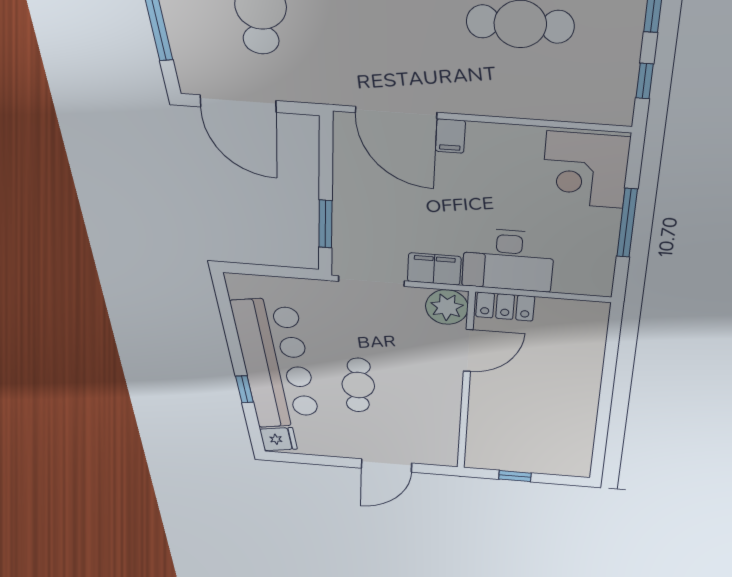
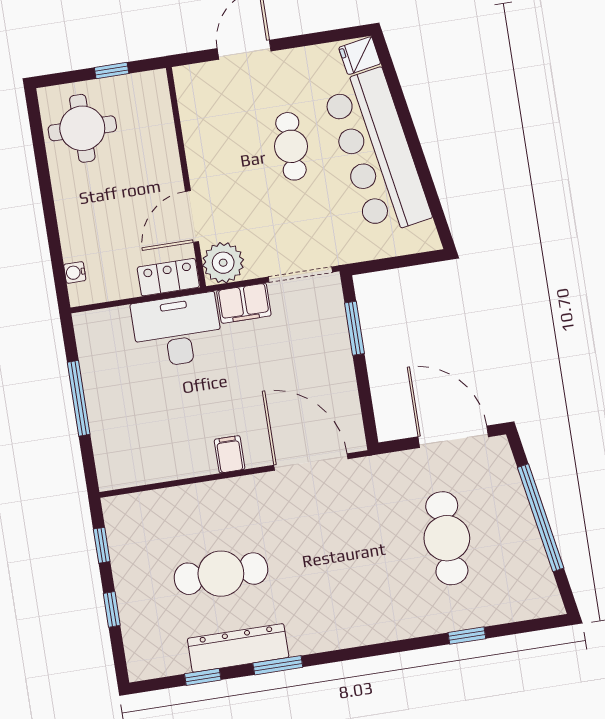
filing cabinet: (450, 136) -> (230, 454), moved
corner desk: (585, 170) -> (130, 444), removed
water cooler: (598, 330) -> (75, 272), added
window: (244, 389) -> (403, 112), removed
round table: (555, 440) -> (82, 128), added

